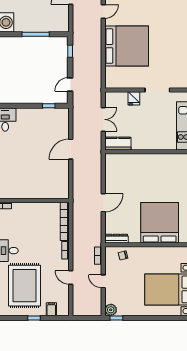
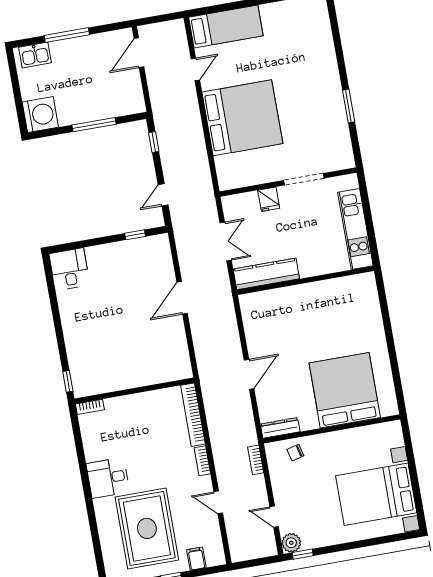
kitchen counter: (118, 144) -> (266, 274), width x1.50
door: (103, 281) -> (274, 517), moved

